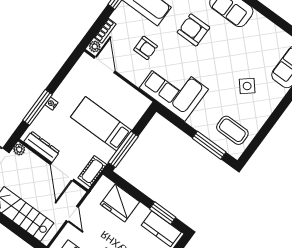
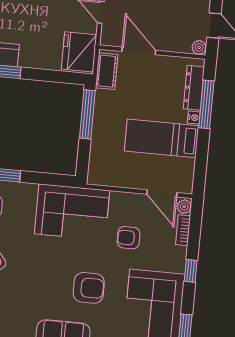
bed: (101, 124) -> (162, 138), moved, turned 180
dresser: (42, 147) -> (194, 88), moved, turned 90
fridge: (120, 203) -> (79, 52), moved, turned -90

